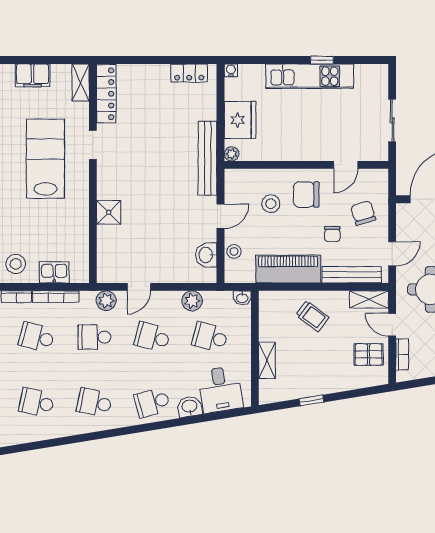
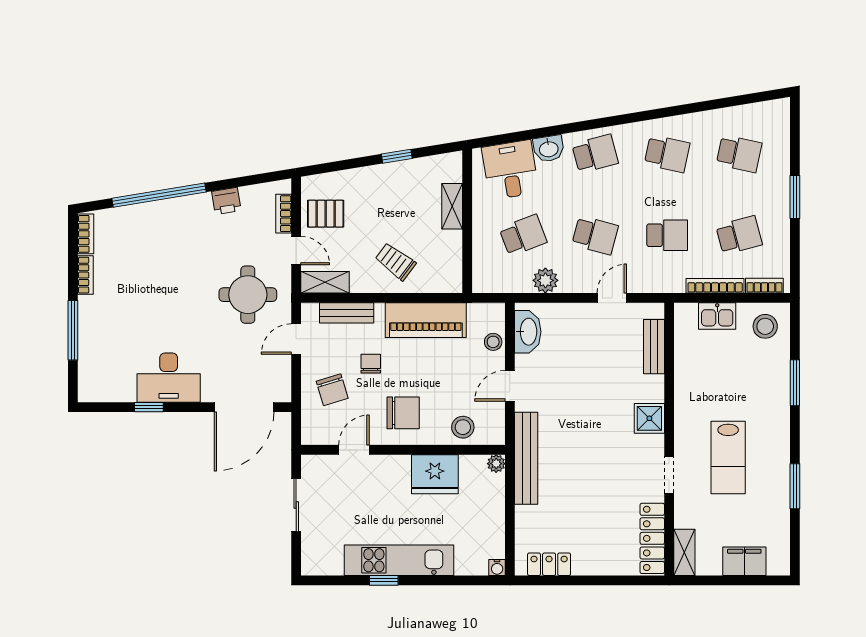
fridge: (240, 120) -> (435, 474), moved, turned -90
lab bench: (45, 159) -> (728, 457), width x0.73, depth x0.72
stool: (271, 204) -> (463, 427), moved
shower: (109, 212) -> (649, 418), moved
bench: (105, 248) -> (654, 347), added
washbasin: (206, 255) -> (528, 332), width x1.38
bench: (352, 275) -> (347, 313), width x0.73
washbasin: (242, 298) -> (483, 284), removed
plant: (106, 301) -> (653, 281), removed
school desk: (37, 337) -> (739, 235), turned -30
school desk: (210, 337) -> (523, 235), turned -36

